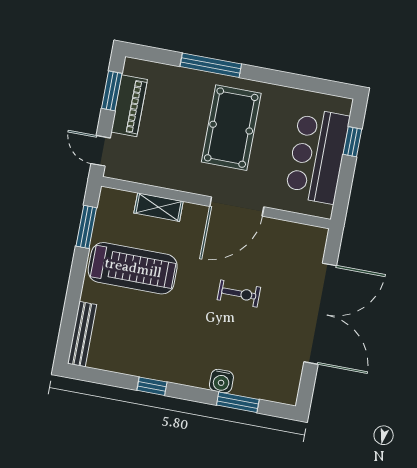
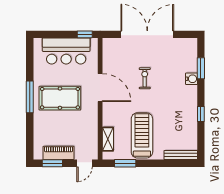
window: (211, 65) -> (30, 97), moved
window: (352, 142) -> (85, 34), moved
shelving: (159, 207) -> (108, 139), moved

